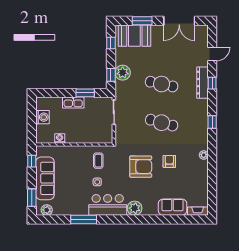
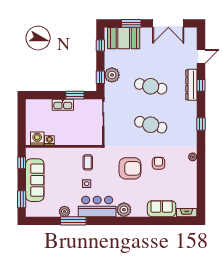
washing machine: (42, 117) -> (37, 139), moved, turned -90
plant: (47, 210) -> (64, 211), moved

